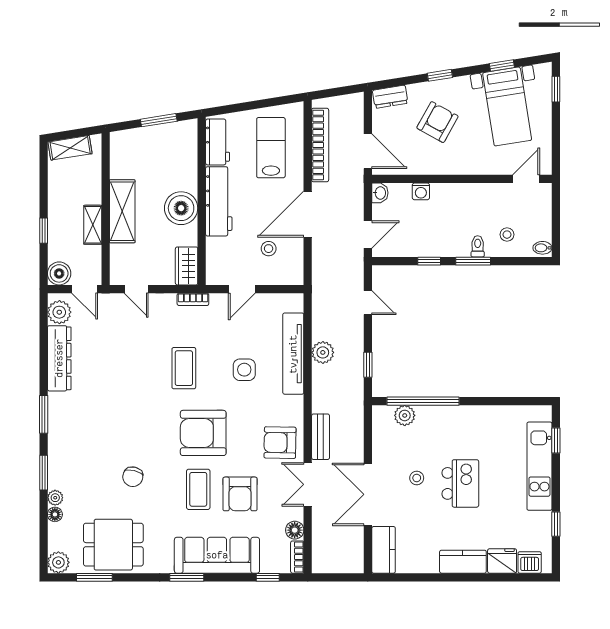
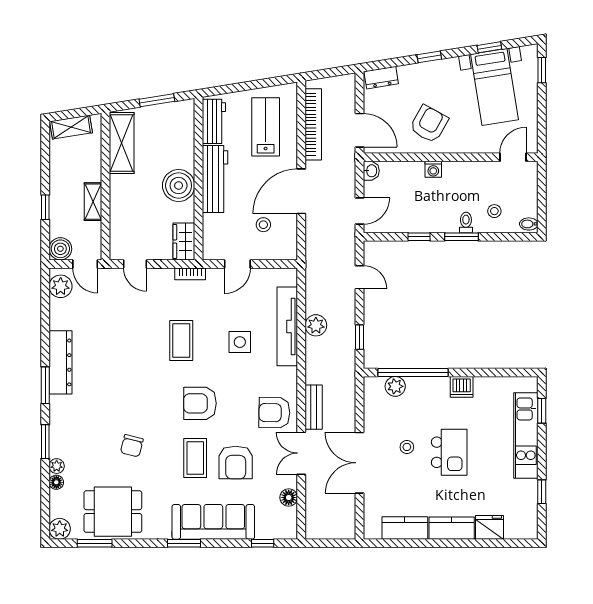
armchair: (437, 122) -> (429, 124), moved
washing machine: (421, 191) -> (433, 169), moved
shelving: (122, 211) -> (122, 143), moved
dresser: (59, 358) -> (60, 362), moved
armchair: (203, 433) -> (200, 403), width x0.73, depth x0.73
kitchen counter: (384, 550) -> (405, 528), moved, turned -90
bookcase: (297, 557) -> (291, 524), removed
dishwasher: (530, 562) -> (462, 387), moved, turned 180

